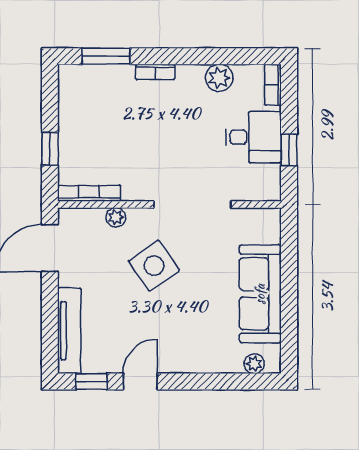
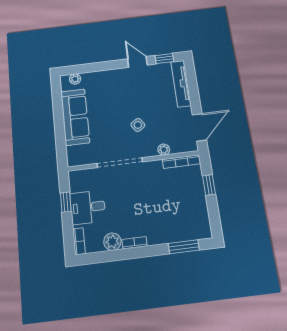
bookcase: (155, 72) -> (134, 243), moved
side table: (154, 266) -> (138, 125), width x0.54, depth x0.54
door: (140, 381) -> (137, 62), swing flipped

